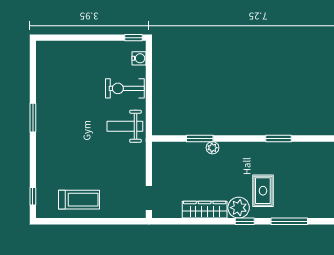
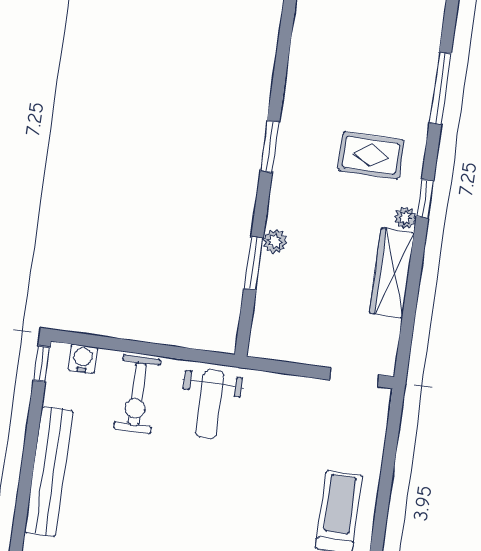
bench: (79, 49) -> (49, 471), added
window: (279, 138) -> (270, 146), moved
plant: (239, 208) -> (405, 218), width x0.53, depth x0.53
window: (289, 221) -> (440, 88), moved

